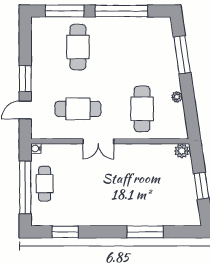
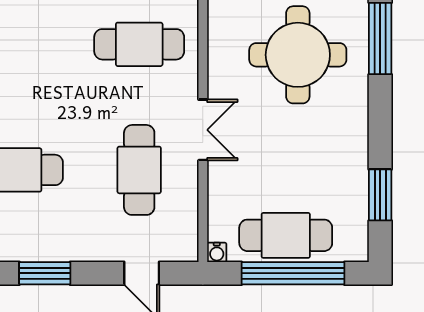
window: (25, 79) -> (45, 273), moved
cafe table: (45, 184) -> (286, 235), width x1.37, depth x1.35
round table: (137, 190) -> (298, 55), added

